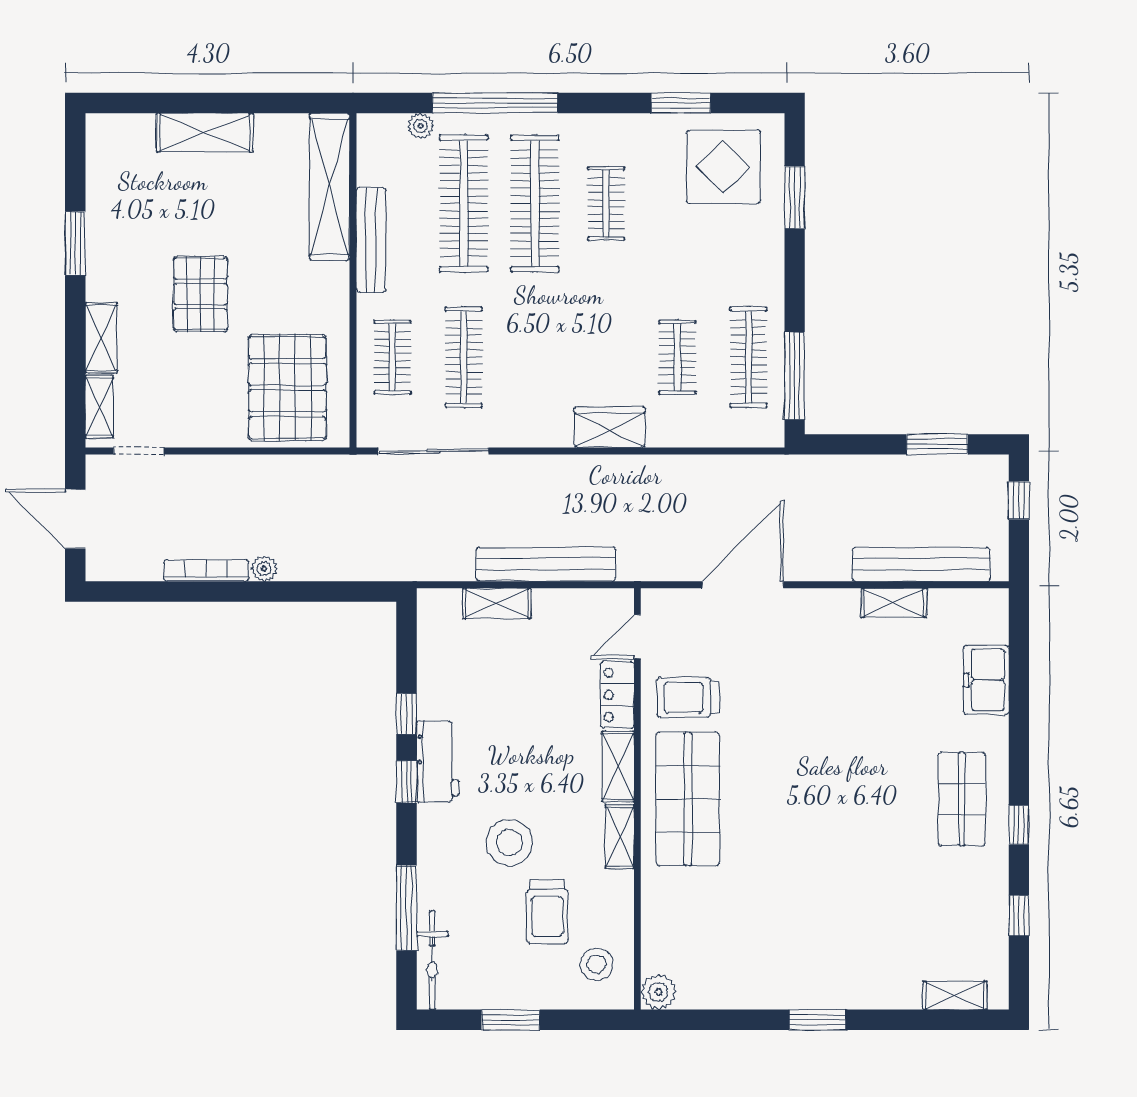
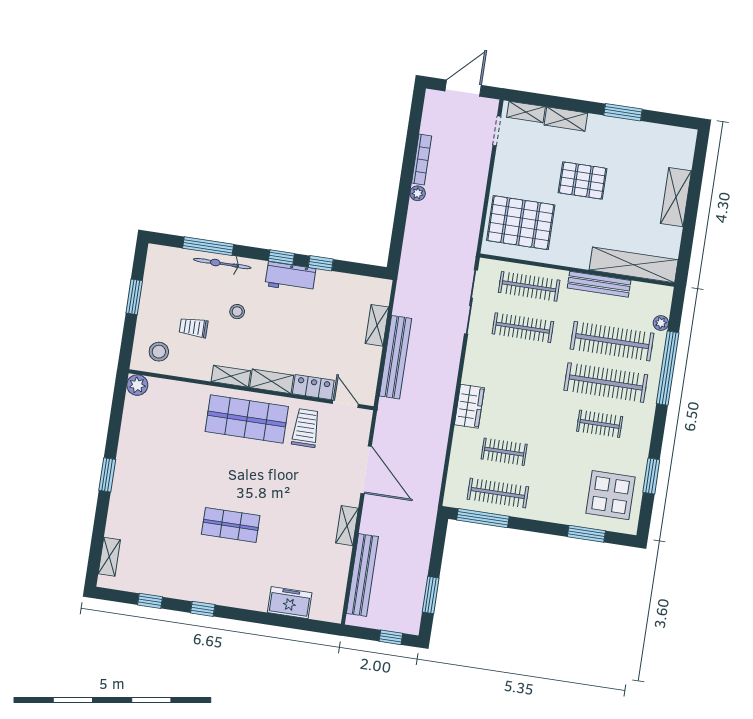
clothes rail: (392, 357) -> (529, 286), width x1.36
shelving: (894, 603) -> (347, 526), moved
shop shelf: (962, 799) -> (231, 525), moved
stool: (509, 842) -> (237, 312), width x0.53, depth x0.53
trolley: (547, 912) -> (194, 328), width x0.73, depth x0.72
bicycle: (432, 960) -> (222, 264), moved

